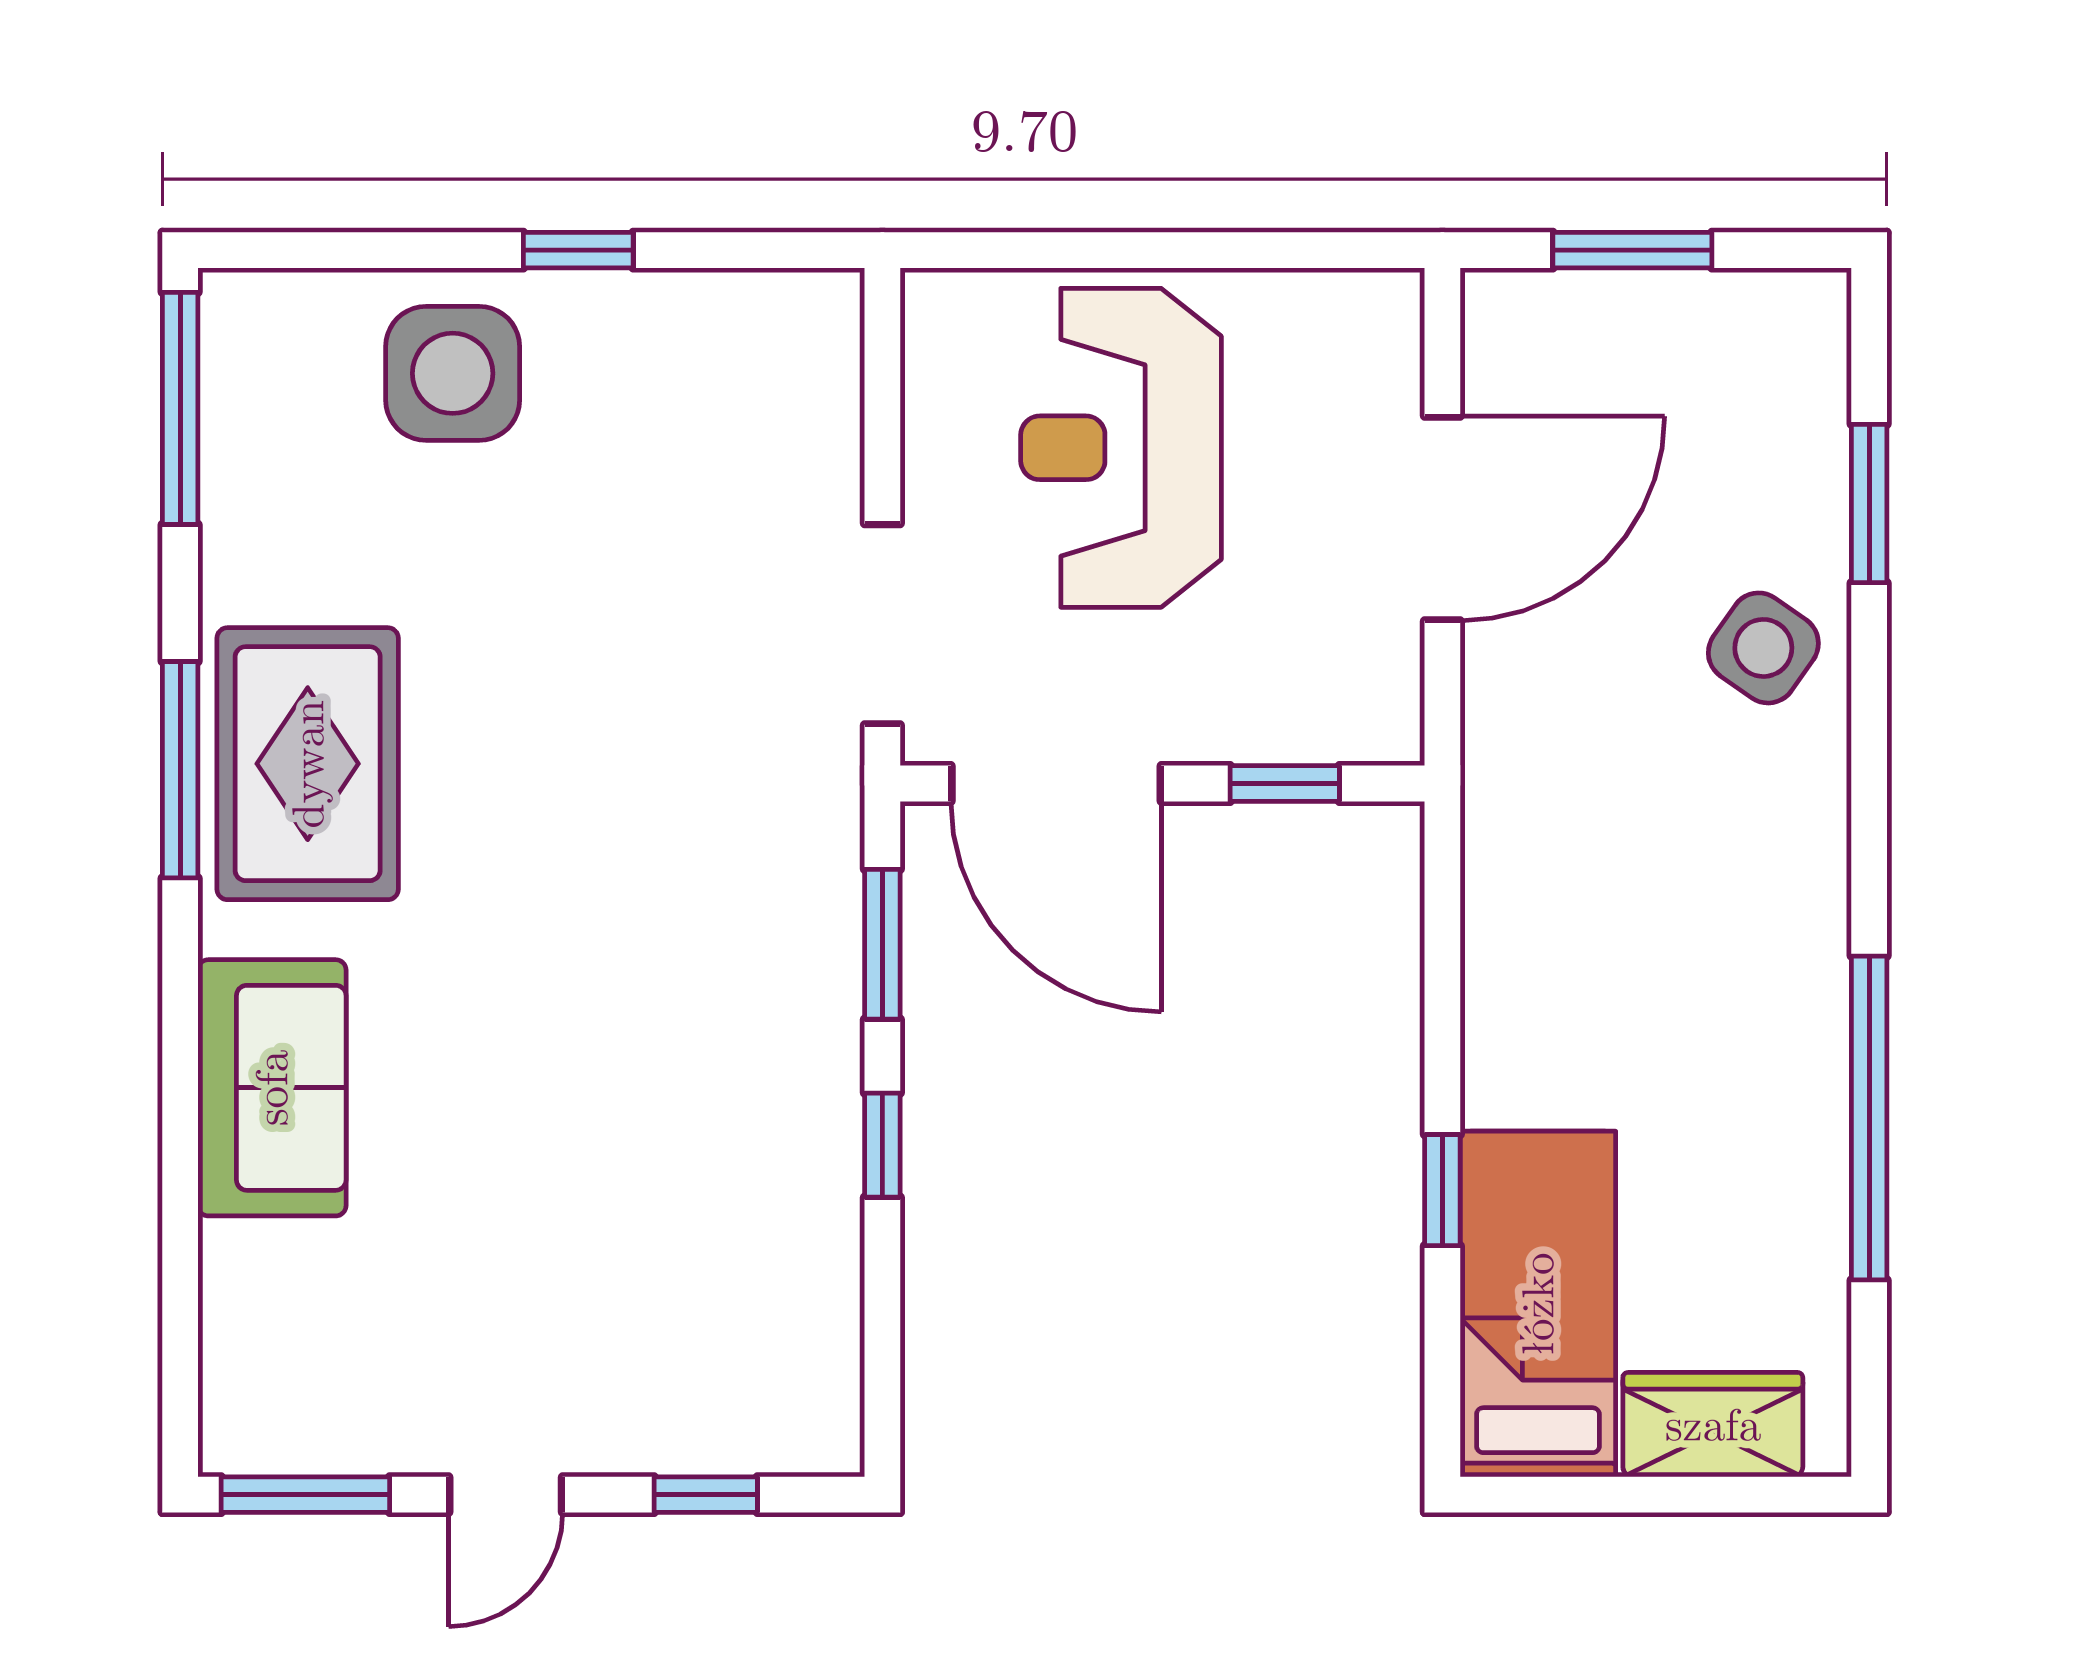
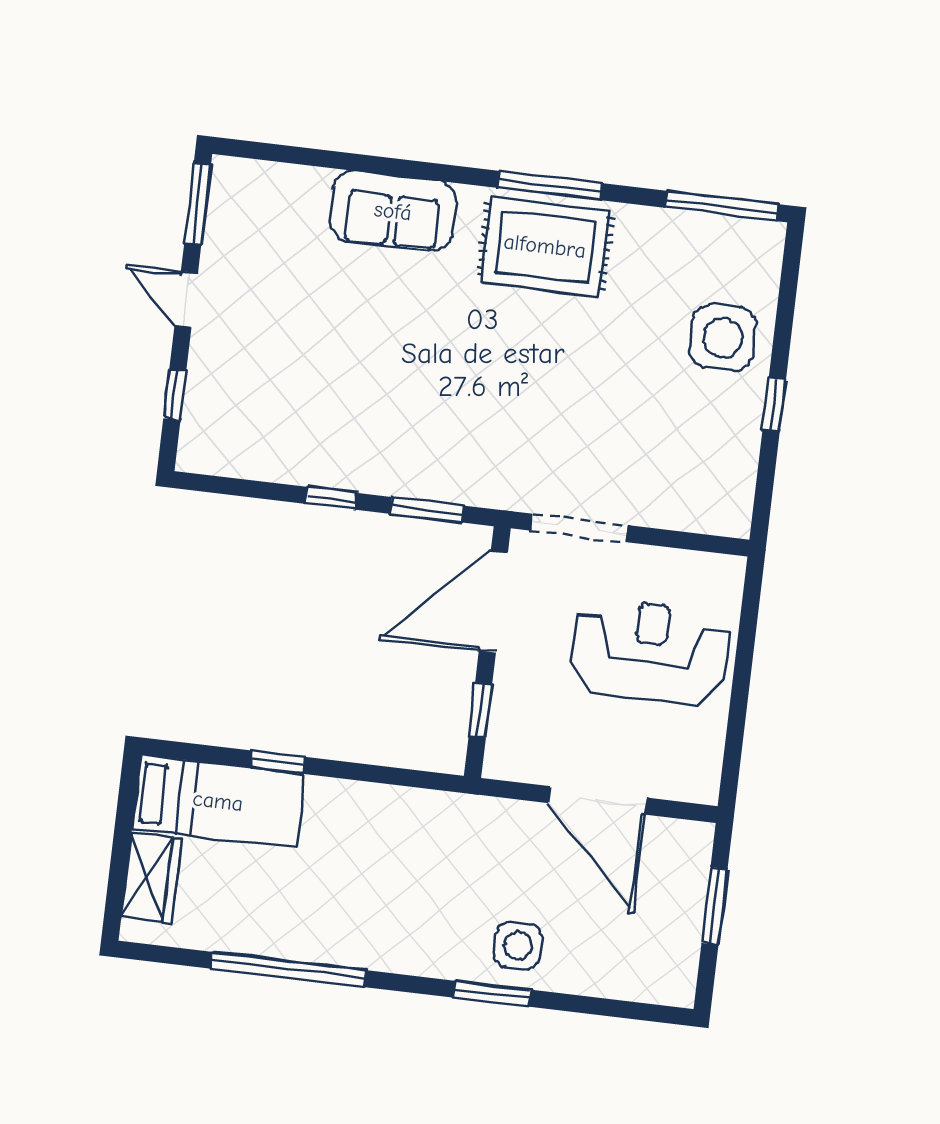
window: (1869, 503) -> (492, 994), moved
side table: (1763, 648) -> (518, 946), turned -35

